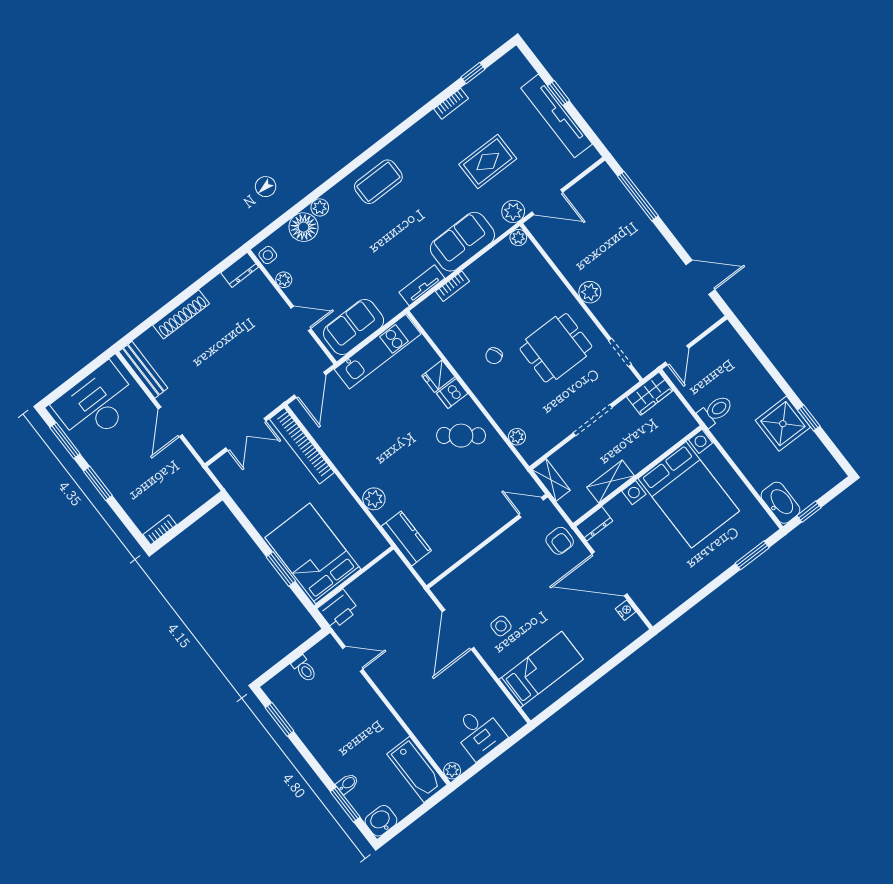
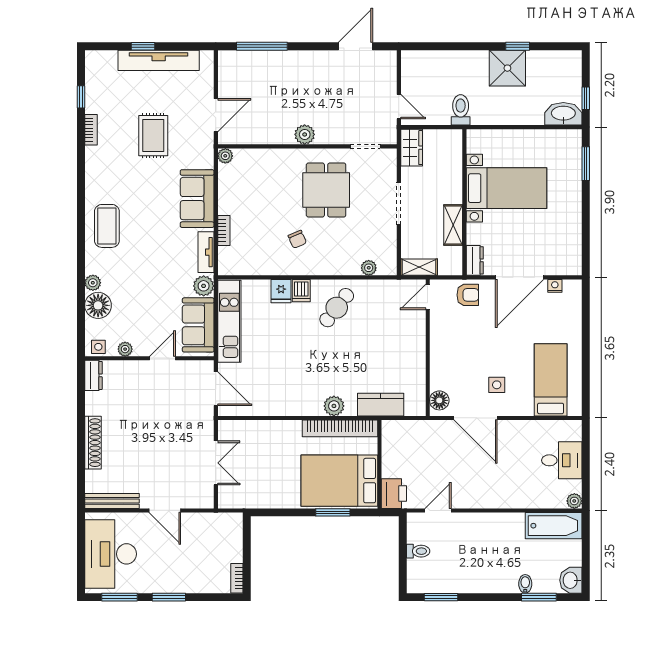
plant: (513, 212) -> (204, 286), moved
bookcase: (302, 446) -> (340, 428), moved
bed with nightstands: (689, 495) -> (506, 188), width x0.73
floor lamp: (449, 587) -> (439, 400), added

